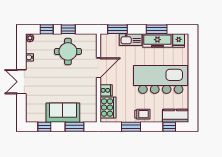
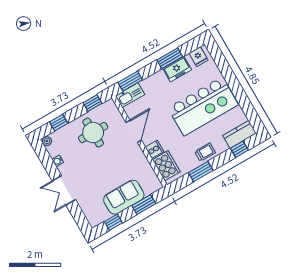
window: (68, 29) -> (93, 103), moved
kitchen sink: (131, 40) -> (130, 95), moved
freezer: (157, 41) -> (177, 69), width x0.71
kitchen island: (161, 79) -> (203, 106), turned 180

